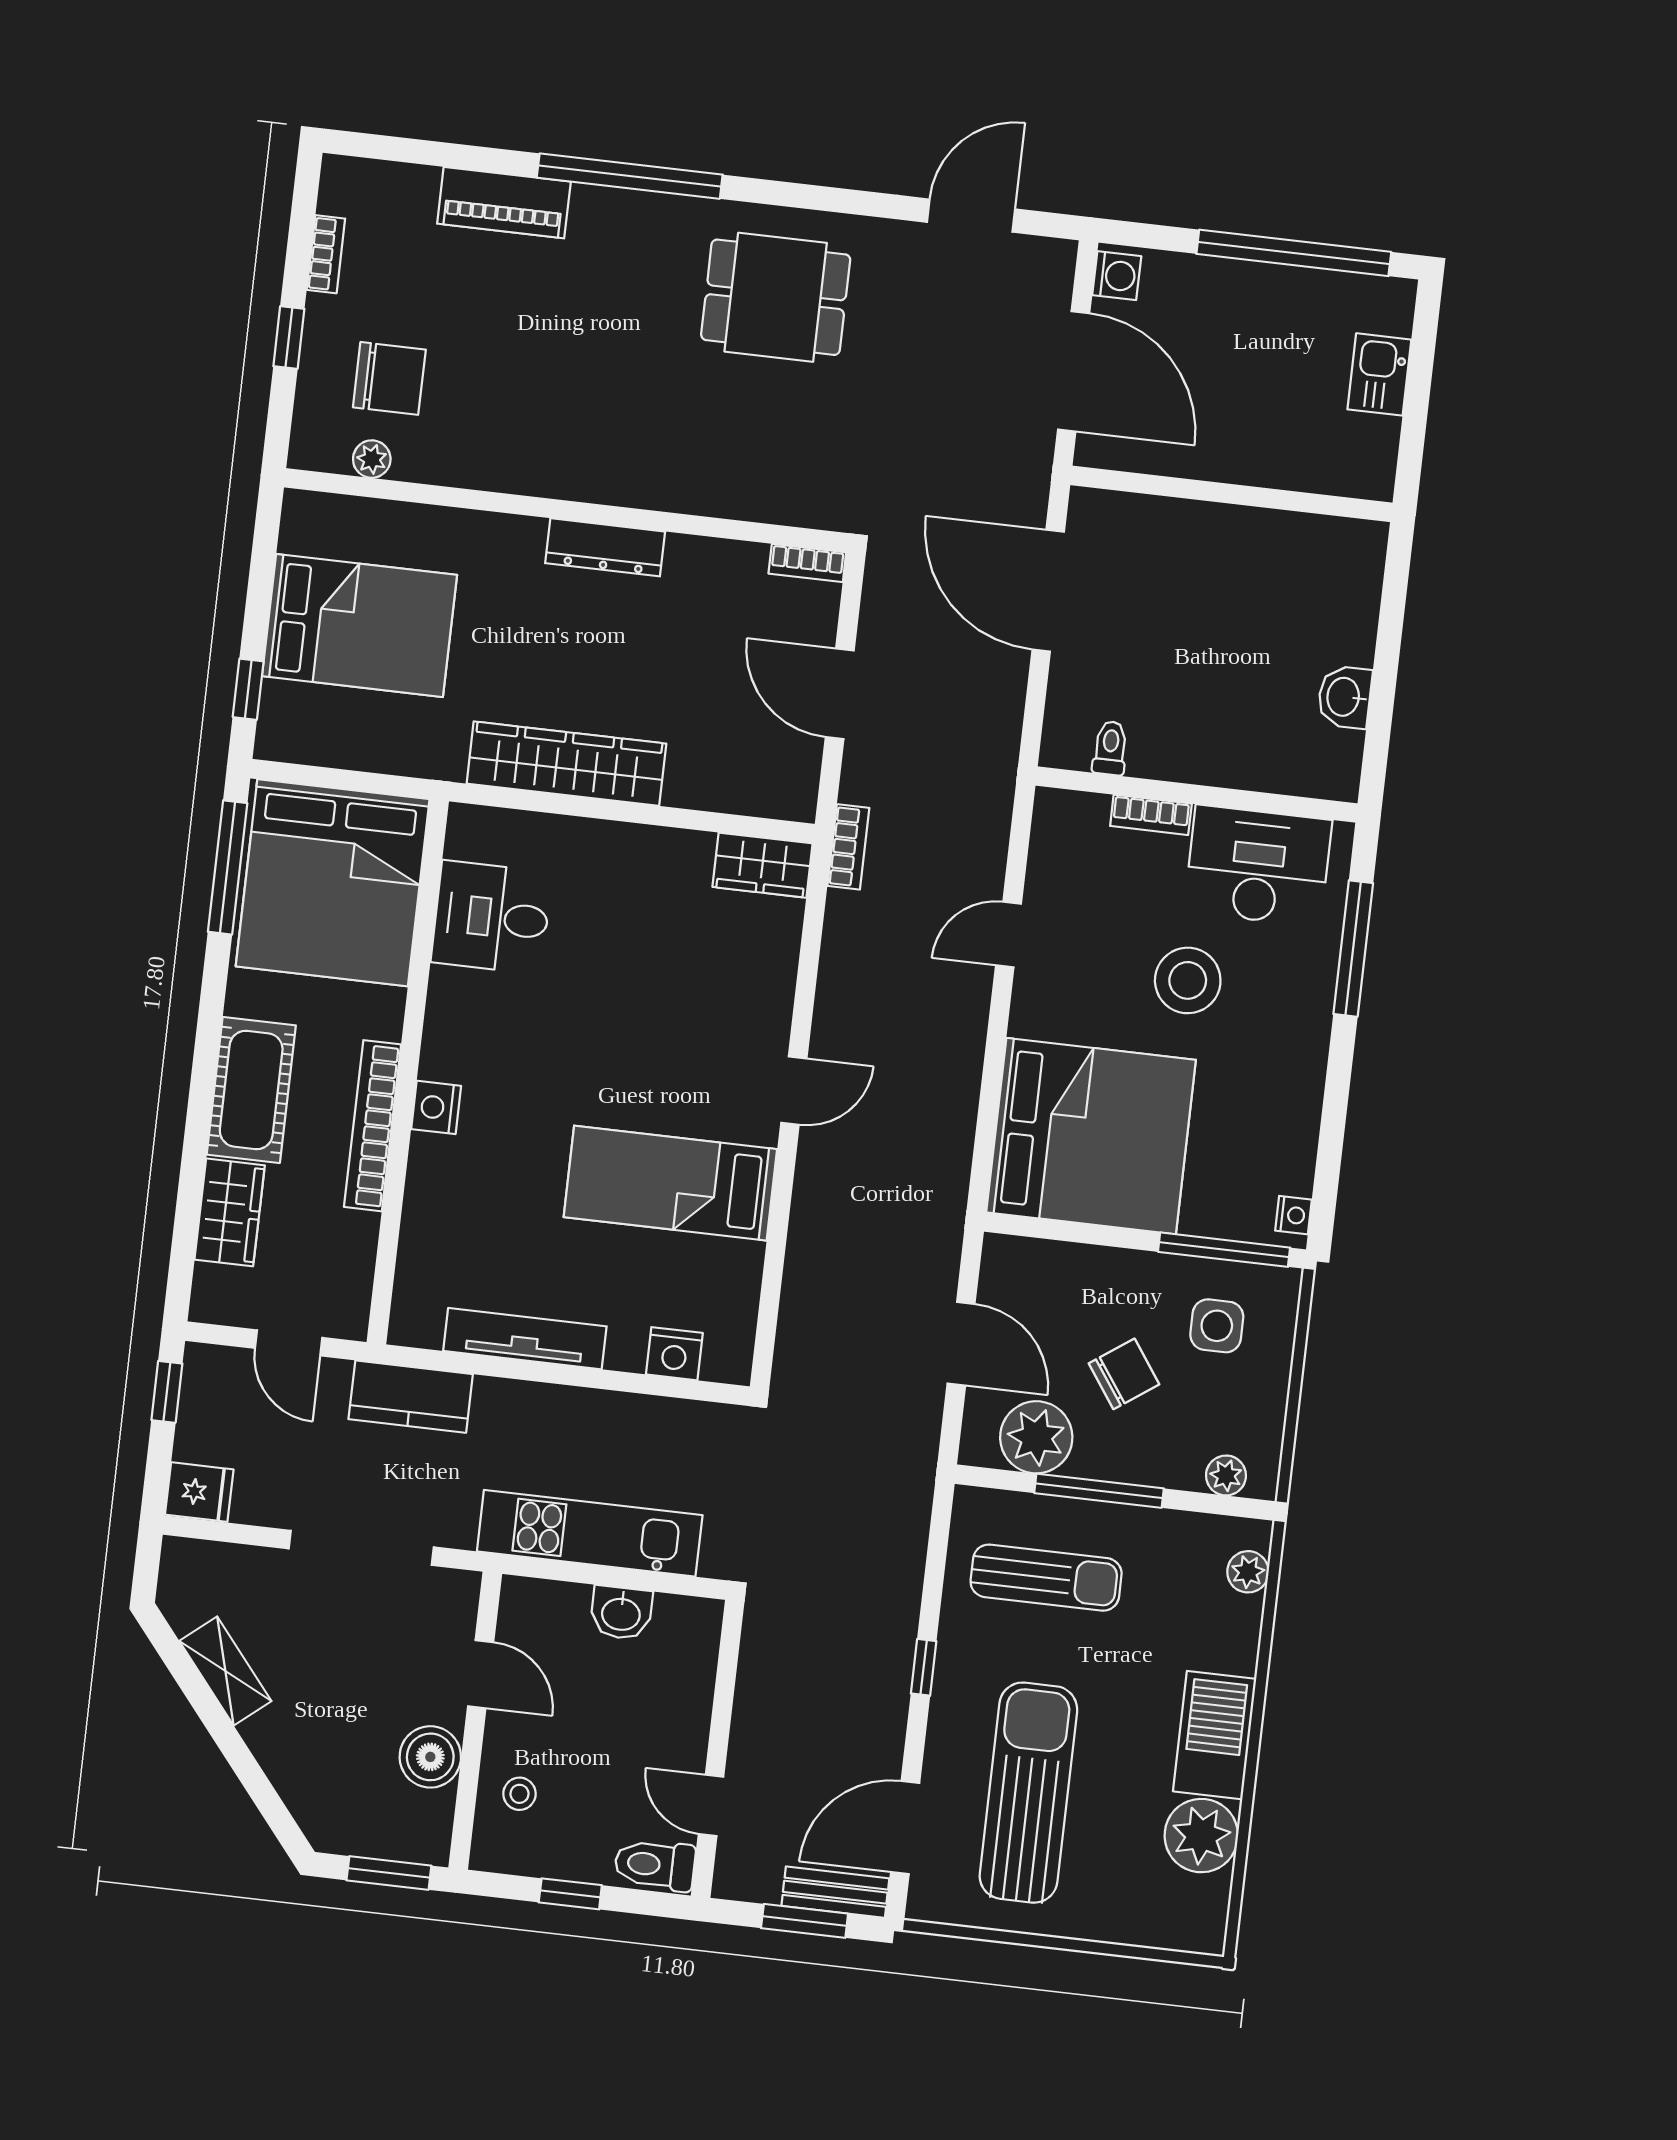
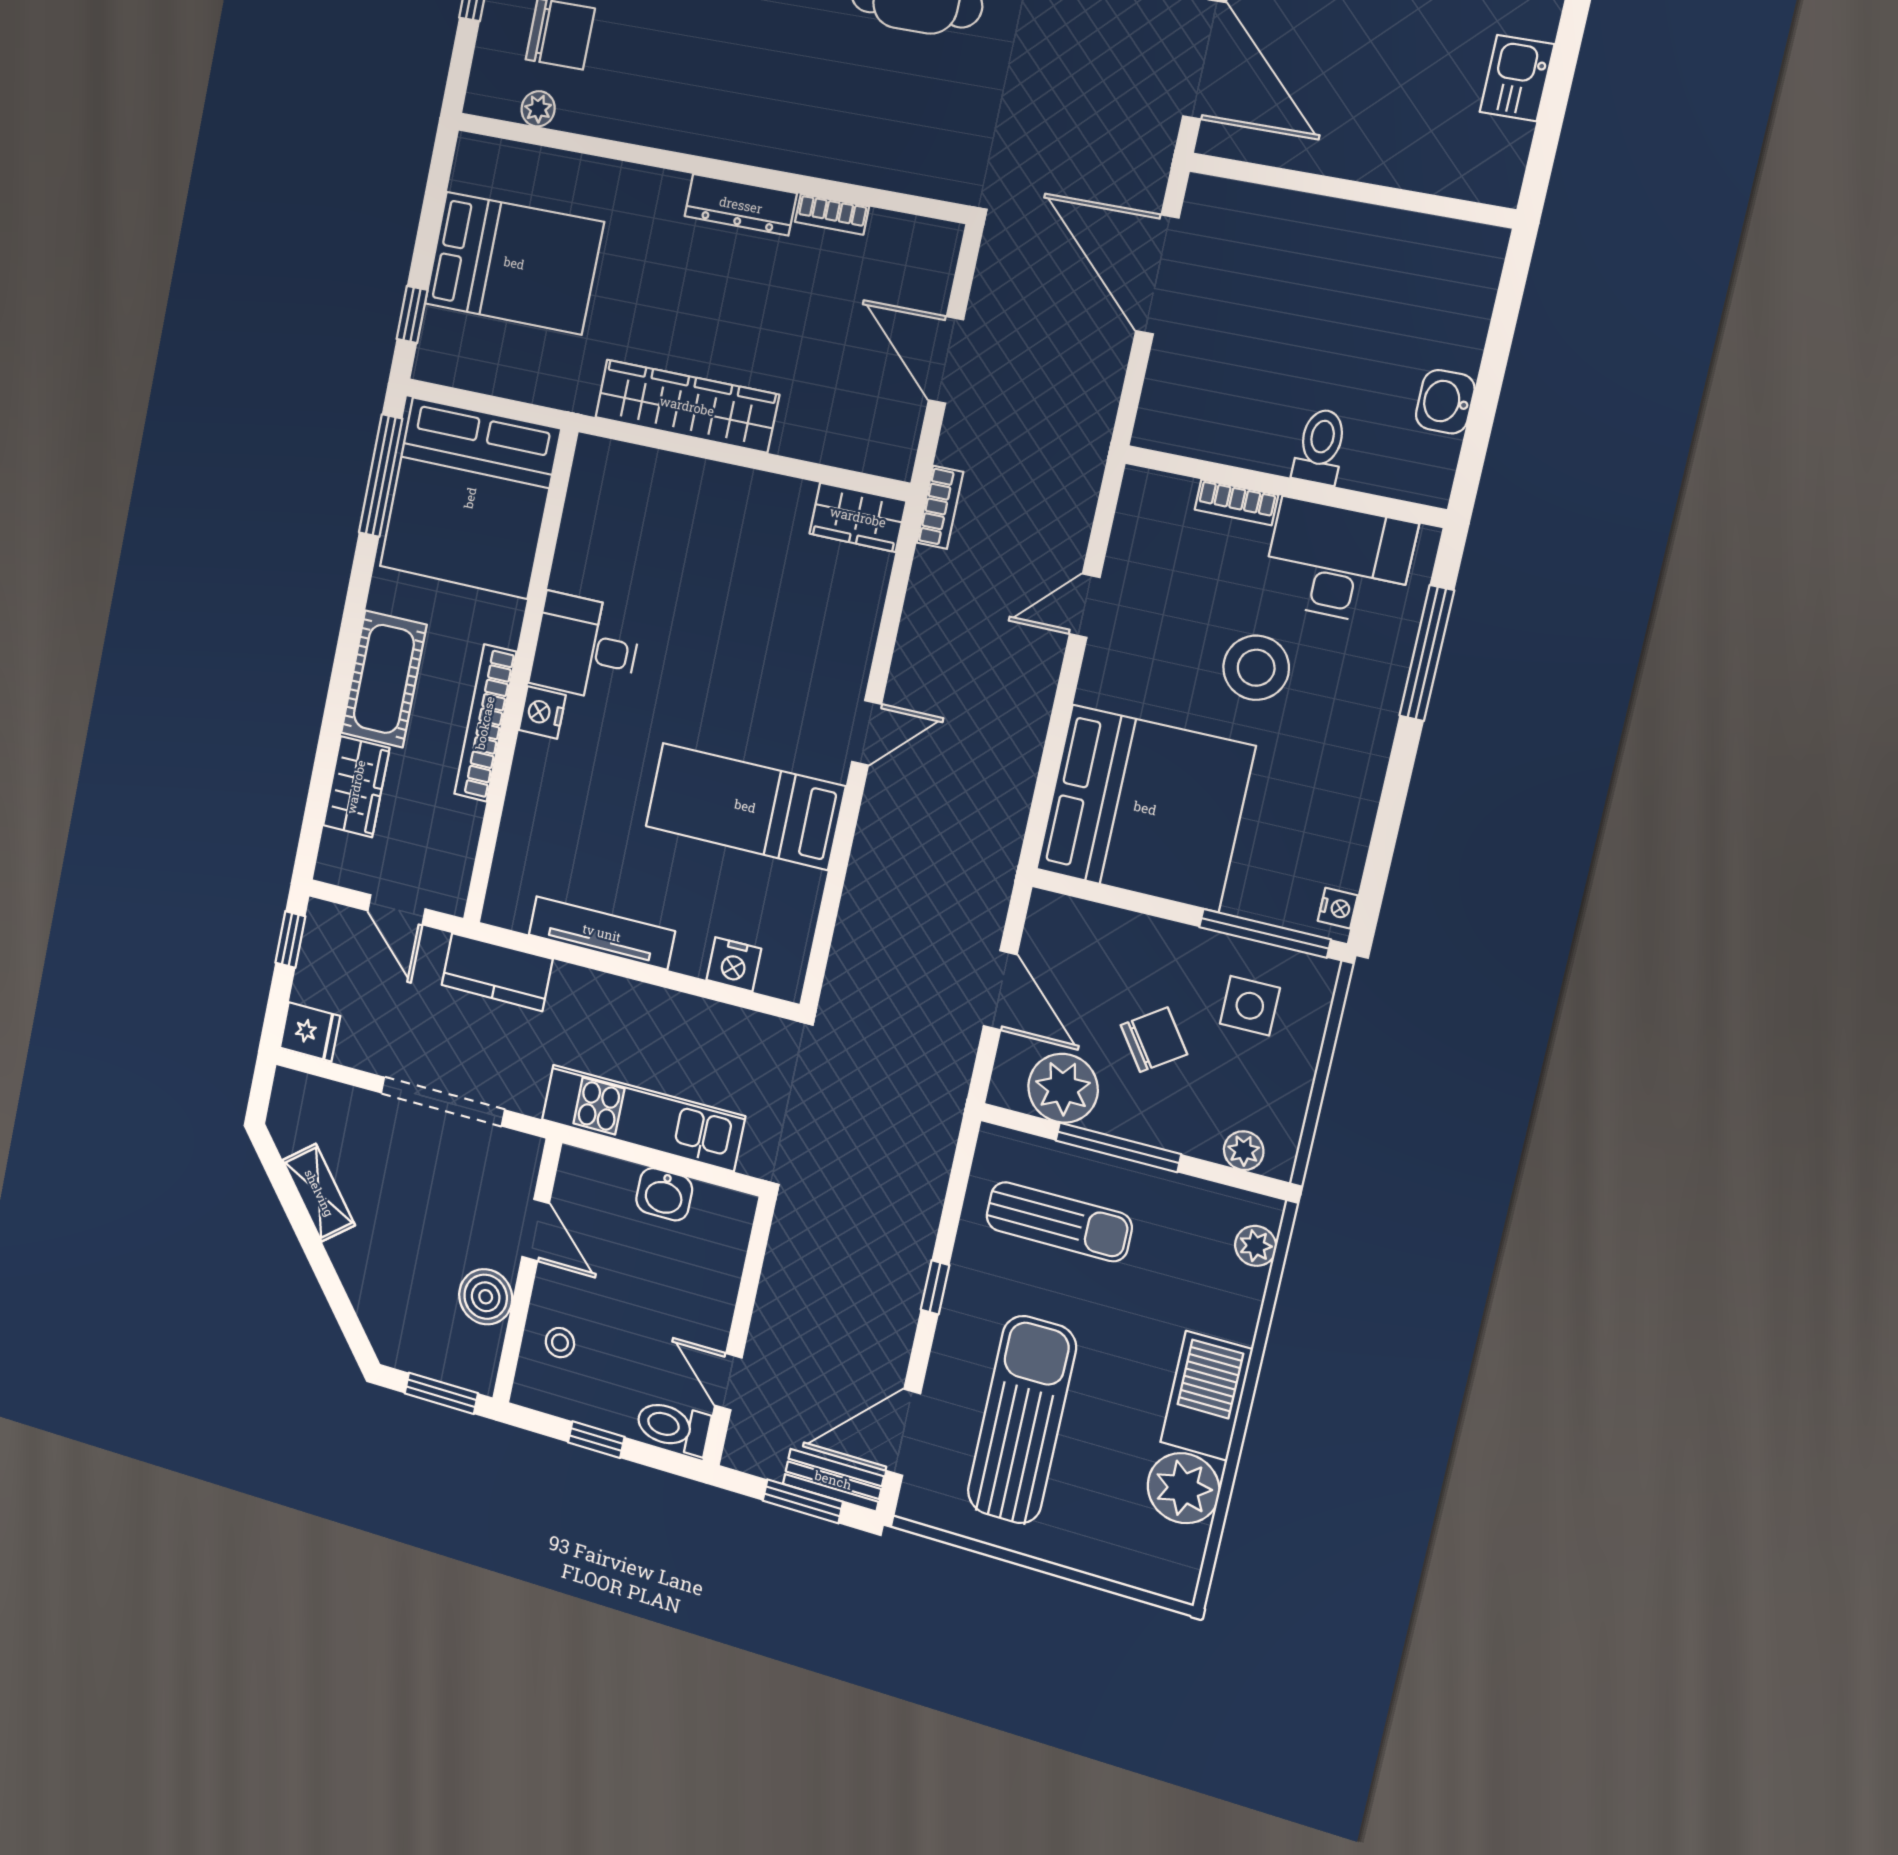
bookcase: (807, 563) -> (832, 214), moved
toilet: (1110, 748) -> (1320, 447), moved, width x1.37, depth x1.39
desk: (492, 917) -> (585, 647), moved

